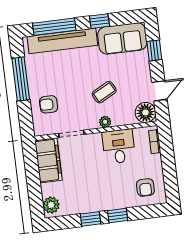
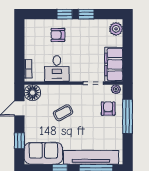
window: (21, 79) -> (128, 116), moved
armchair: (49, 104) -> (108, 109), turned -90
plant: (105, 122) -> (116, 89), moved
armchair: (145, 187) -> (58, 35), moved, turned -90

